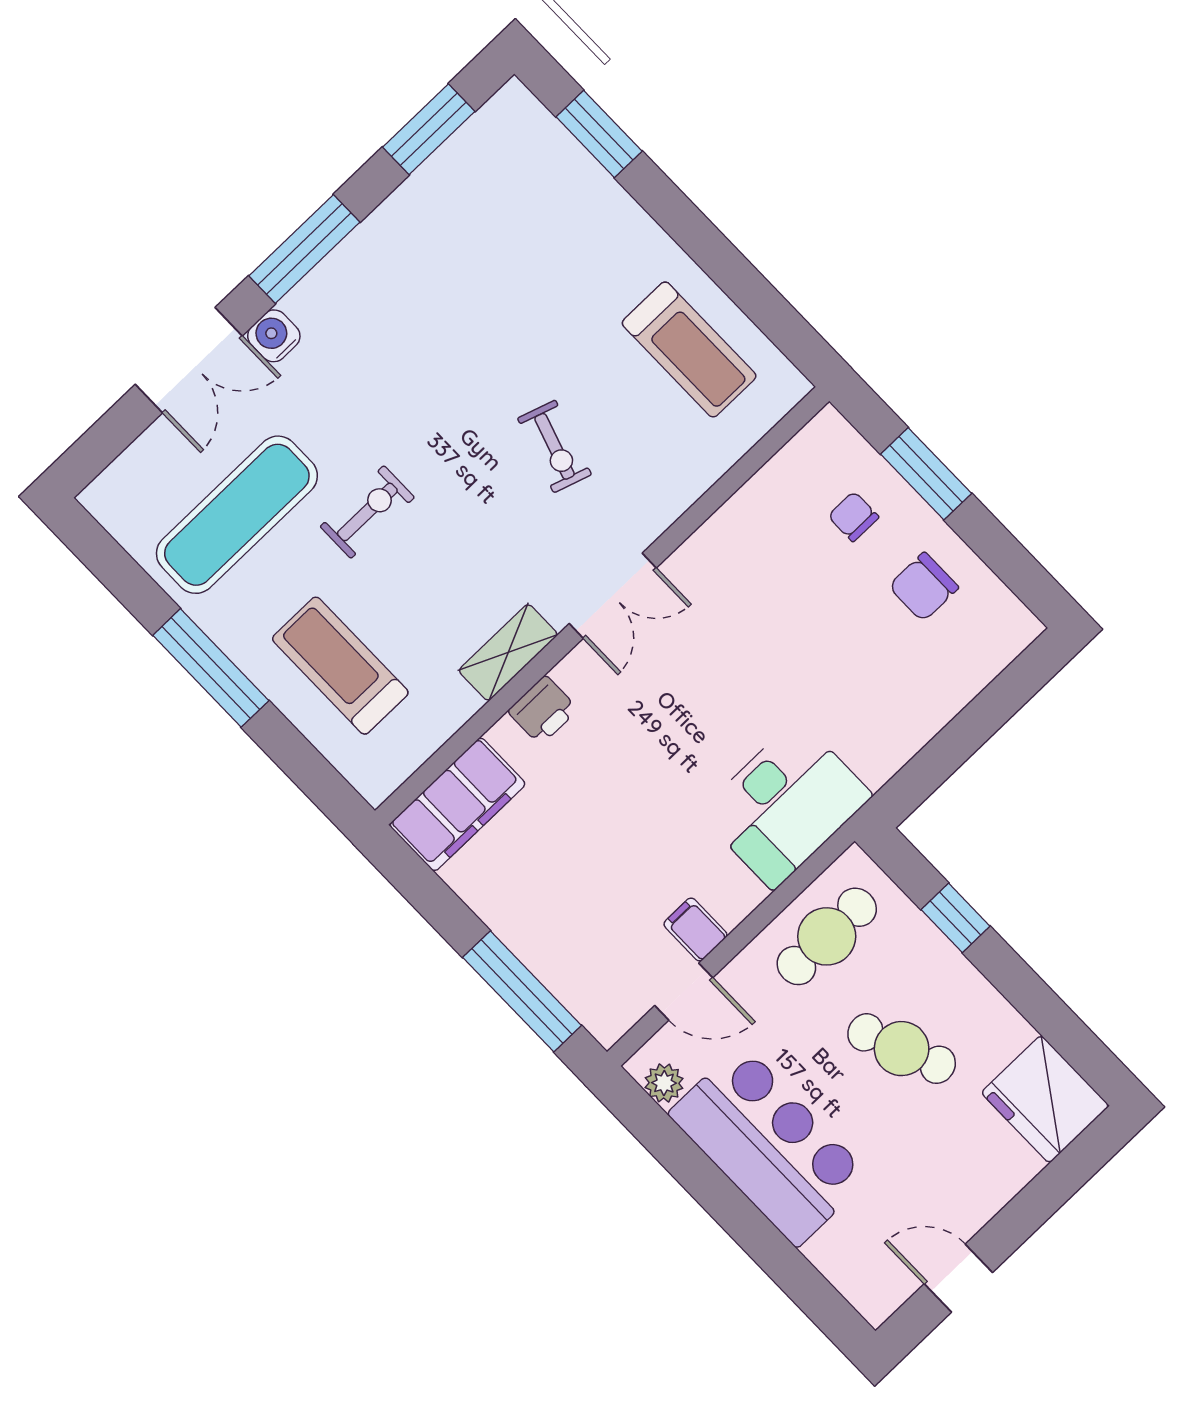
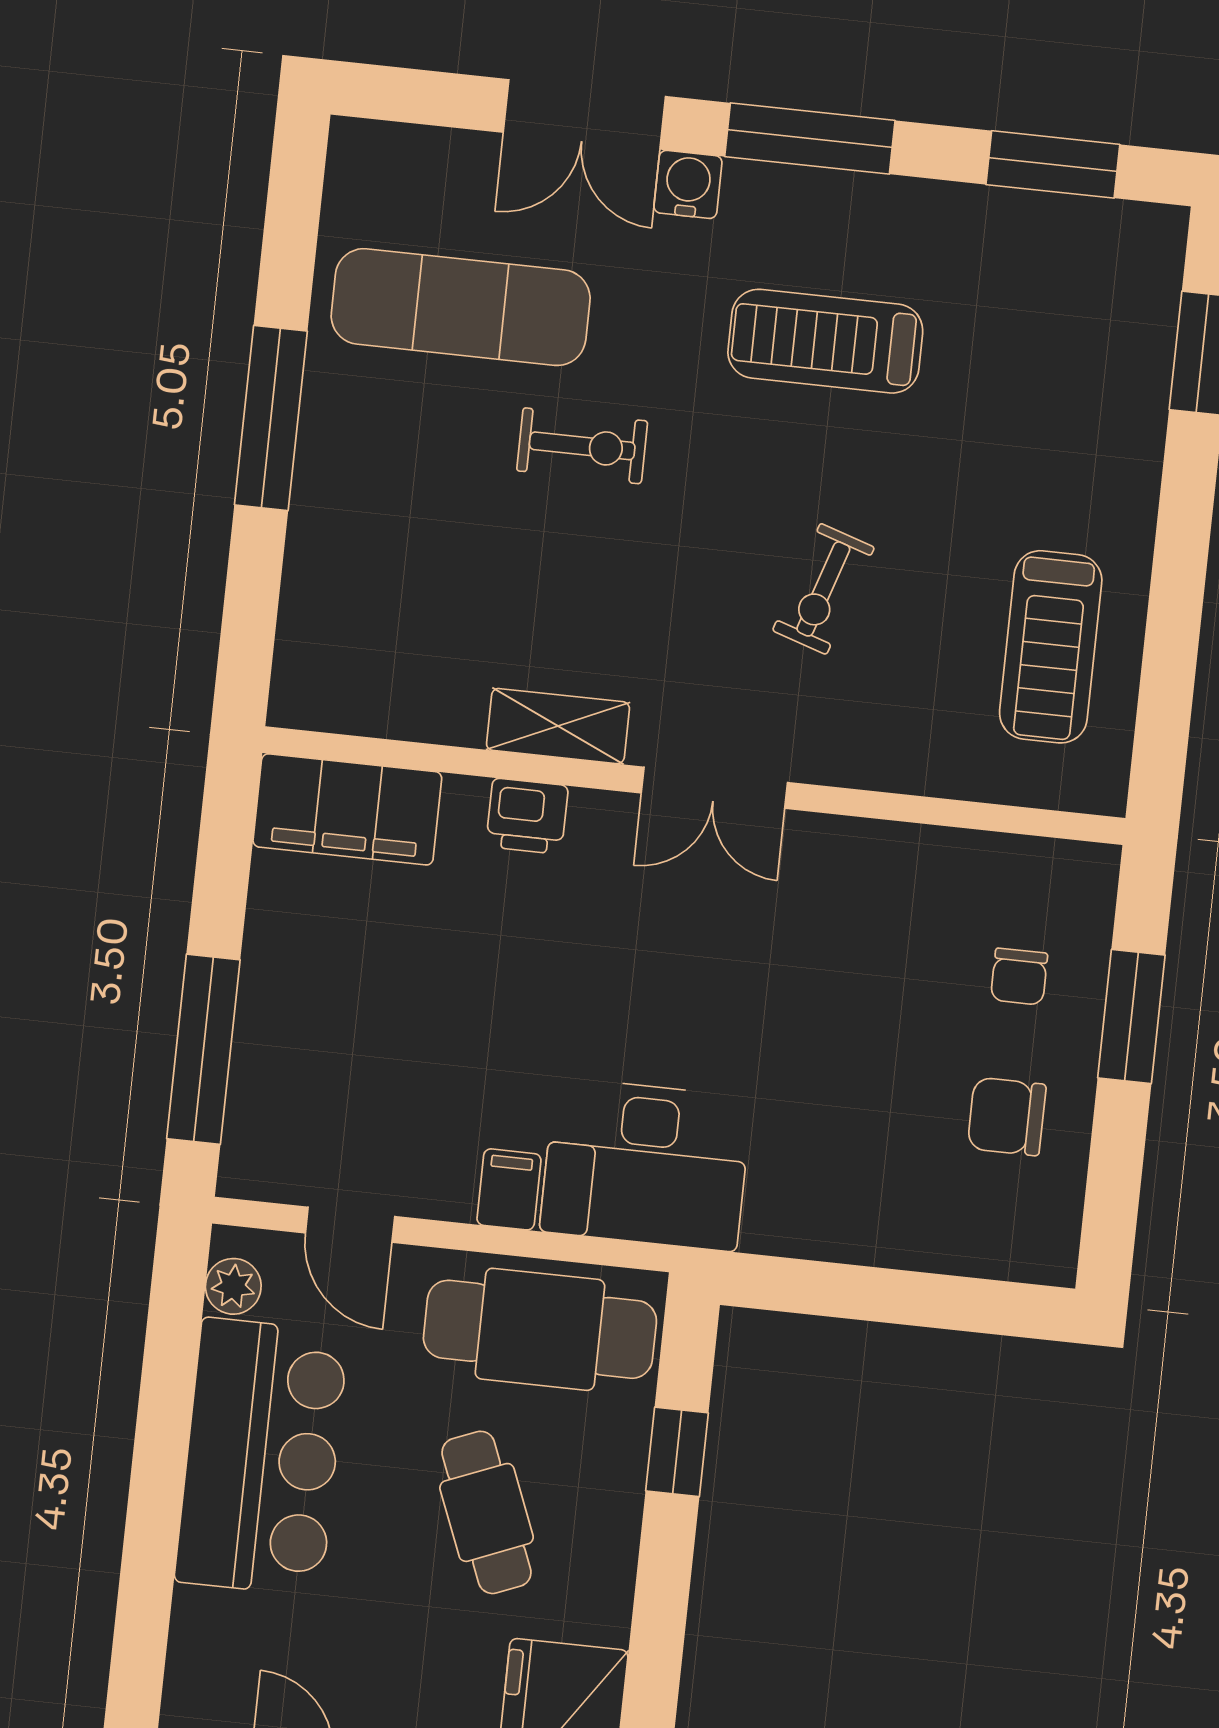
chair: (853, 517) -> (1019, 977), turned 180
treadmill: (340, 666) -> (825, 341), moved, turned -90
filing cabinet: (695, 930) -> (509, 1189), moved
cafe table: (827, 936) -> (540, 1329), width x1.37, depth x1.35

